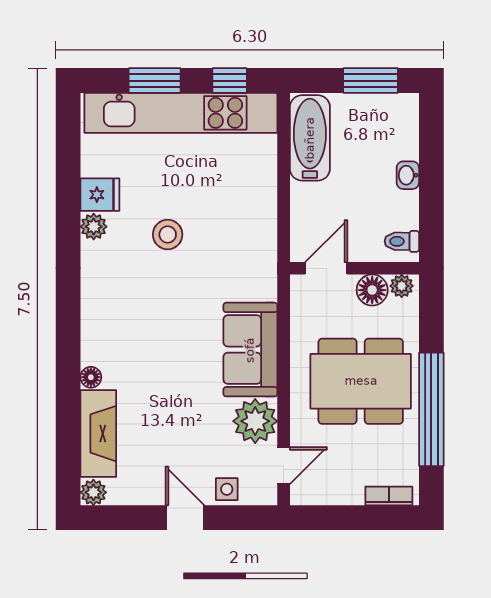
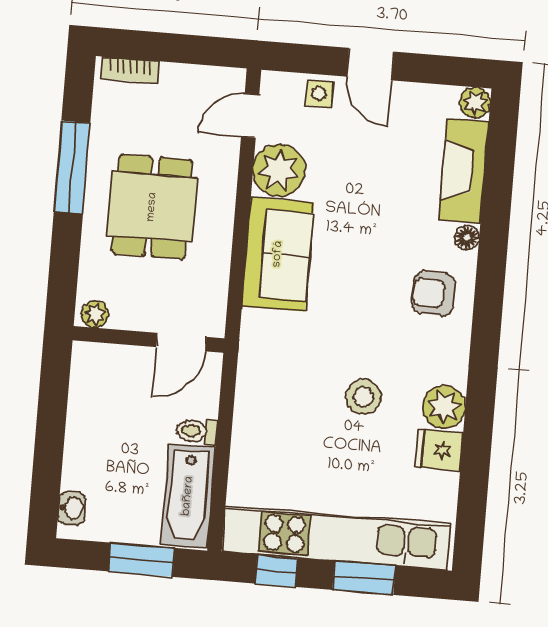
window: (371, 81) -> (142, 560), moved
washbasin: (408, 175) -> (72, 508), moved
plant: (94, 227) -> (444, 407), width x1.38, depth x1.38
toilet: (402, 241) -> (197, 431), moved, turned 180
floor lamp: (372, 290) -> (130, 312), removed
armchair: (115, 327) -> (434, 293), added
dining table: (361, 381) -> (152, 207), width x0.73
window: (431, 409) -> (72, 167), width x0.68

